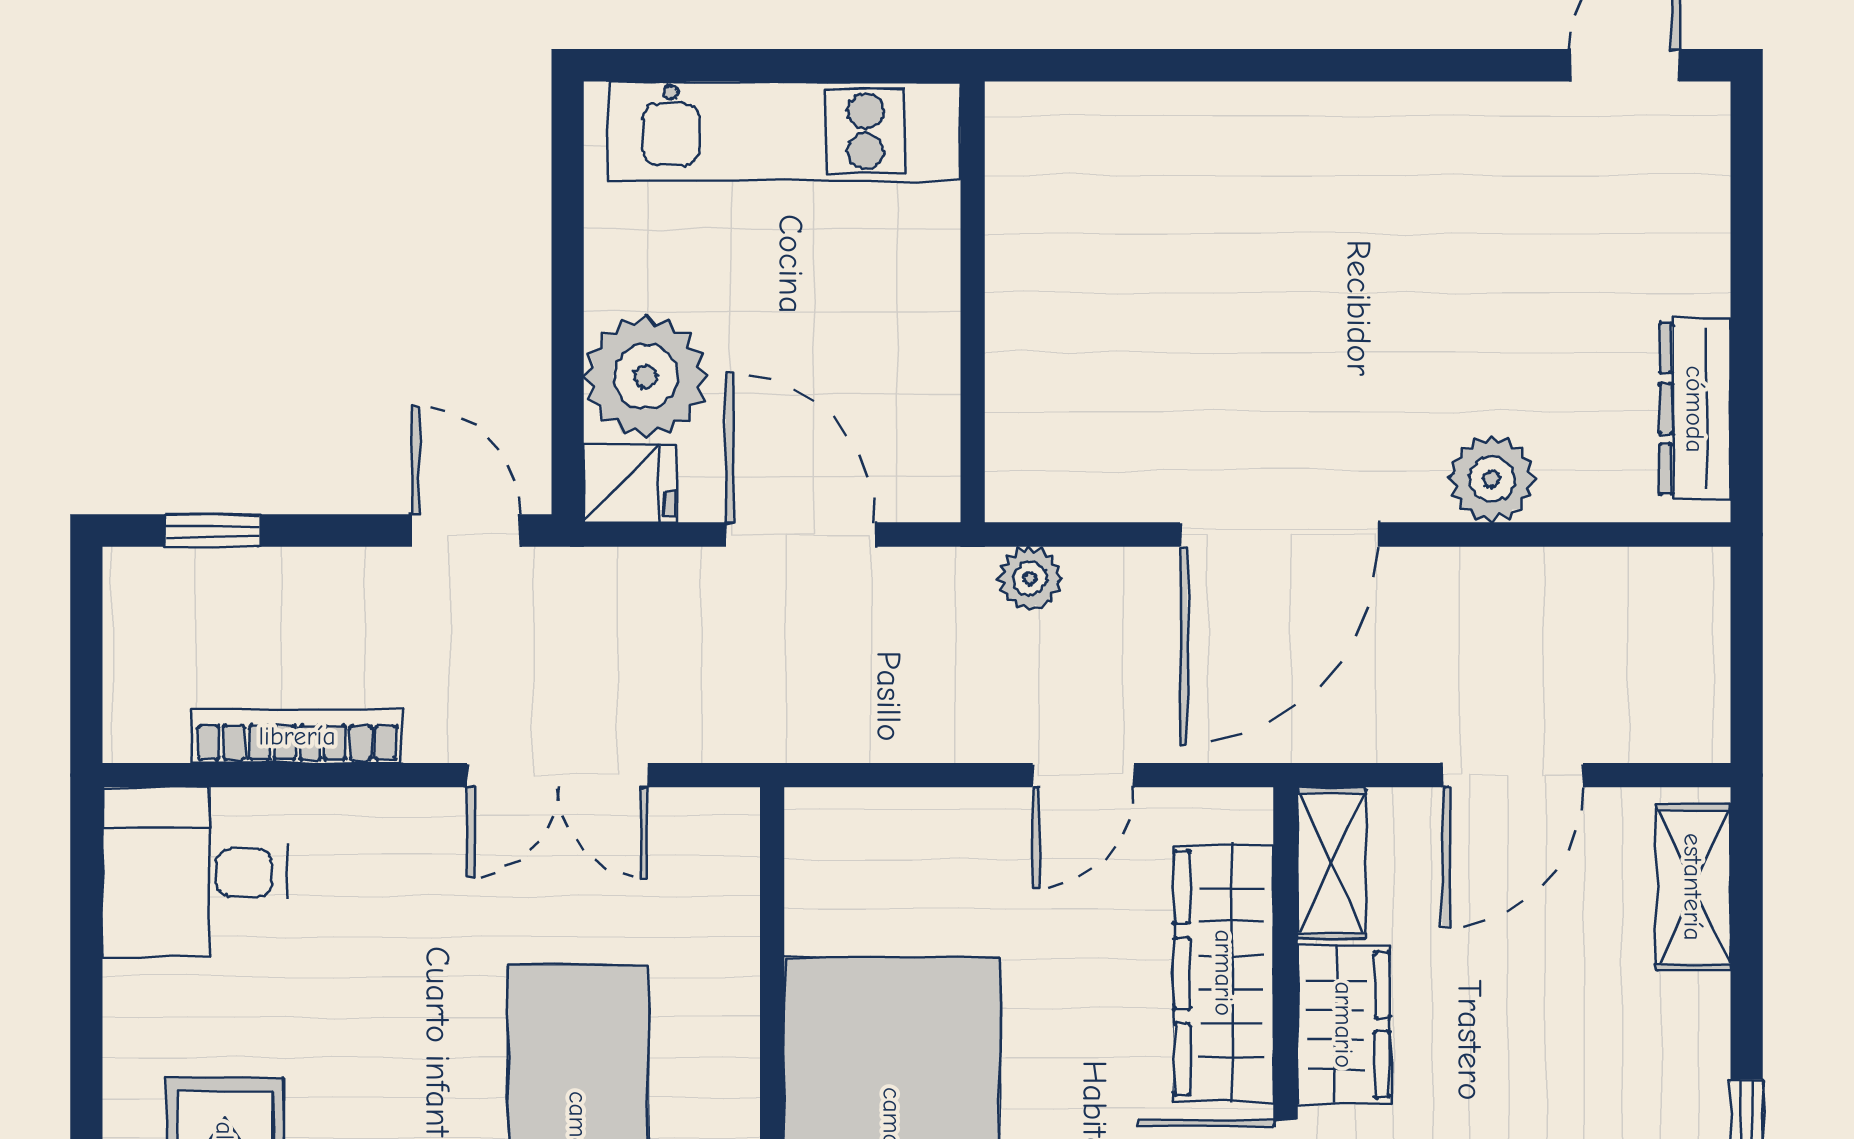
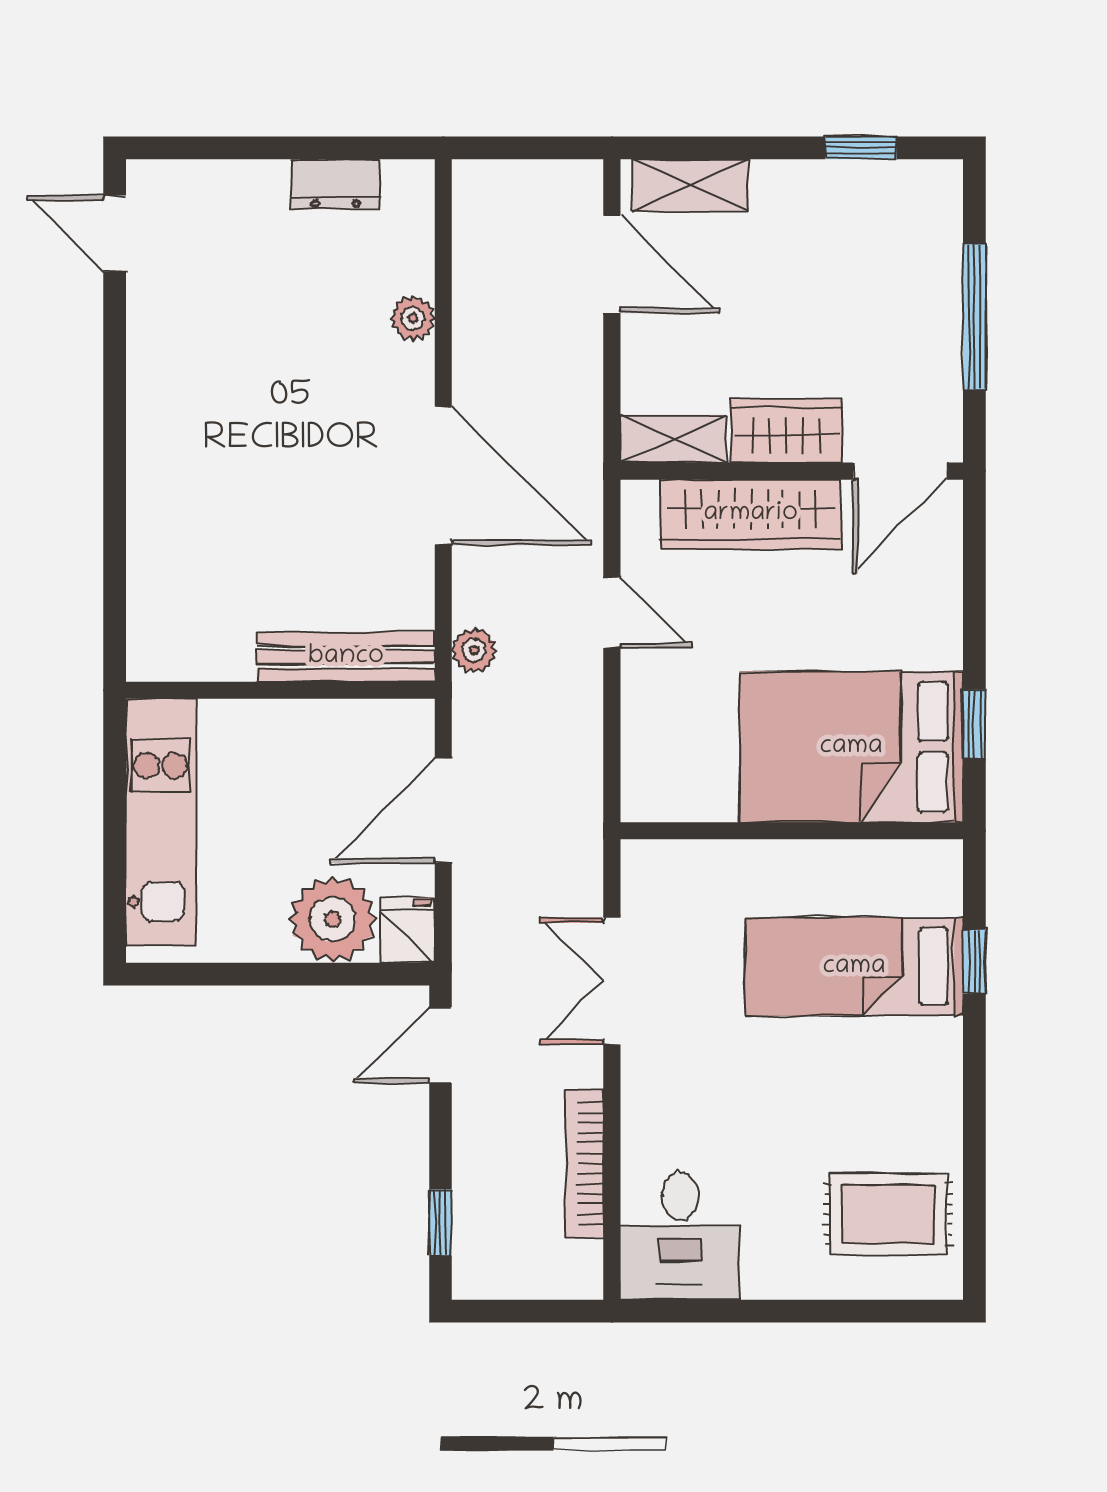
bench: (1020, 395) -> (346, 657), added
dresser: (1695, 409) -> (336, 184), width x0.70
plant: (1492, 479) -> (413, 318), width x0.73, depth x0.73
double door: (557, 775) -> (612, 981), swing flipped
door: (1513, 775) -> (612, 264), moved

